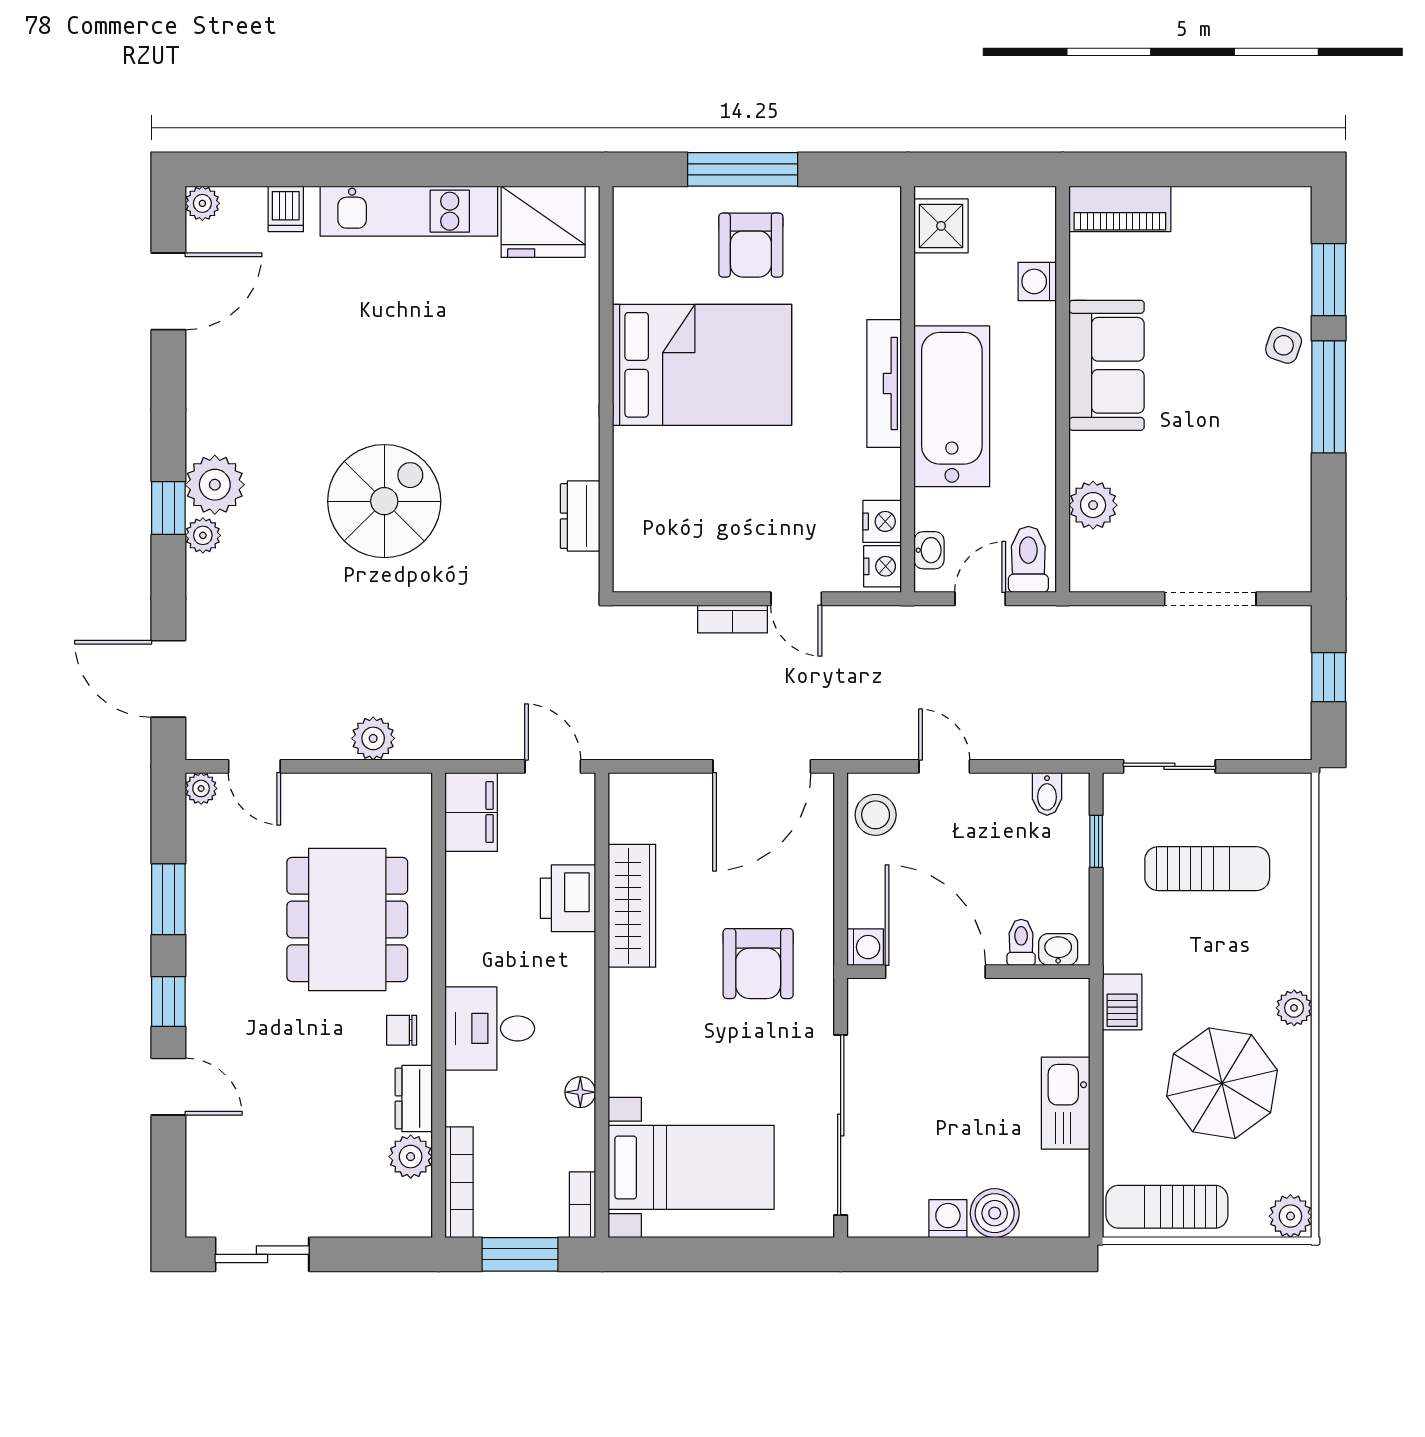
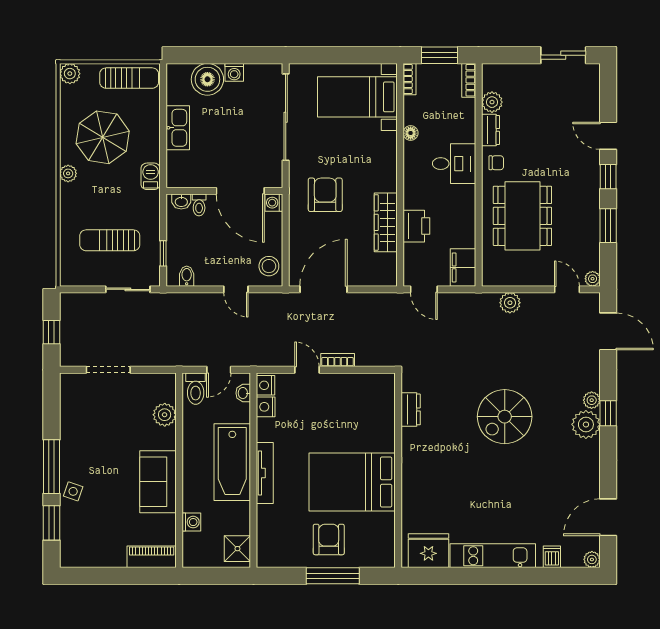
bookcase: (459, 1182) -> (469, 80), width x0.64
boiler: (995, 1213) -> (207, 79), width x1.37, depth x1.37

